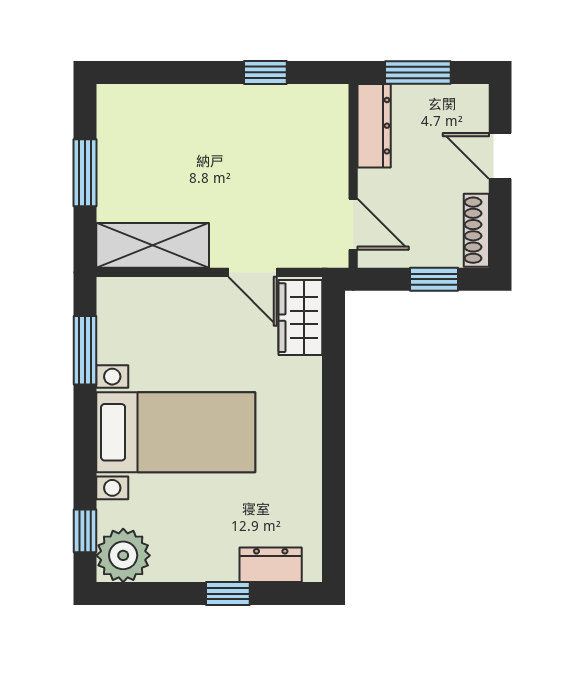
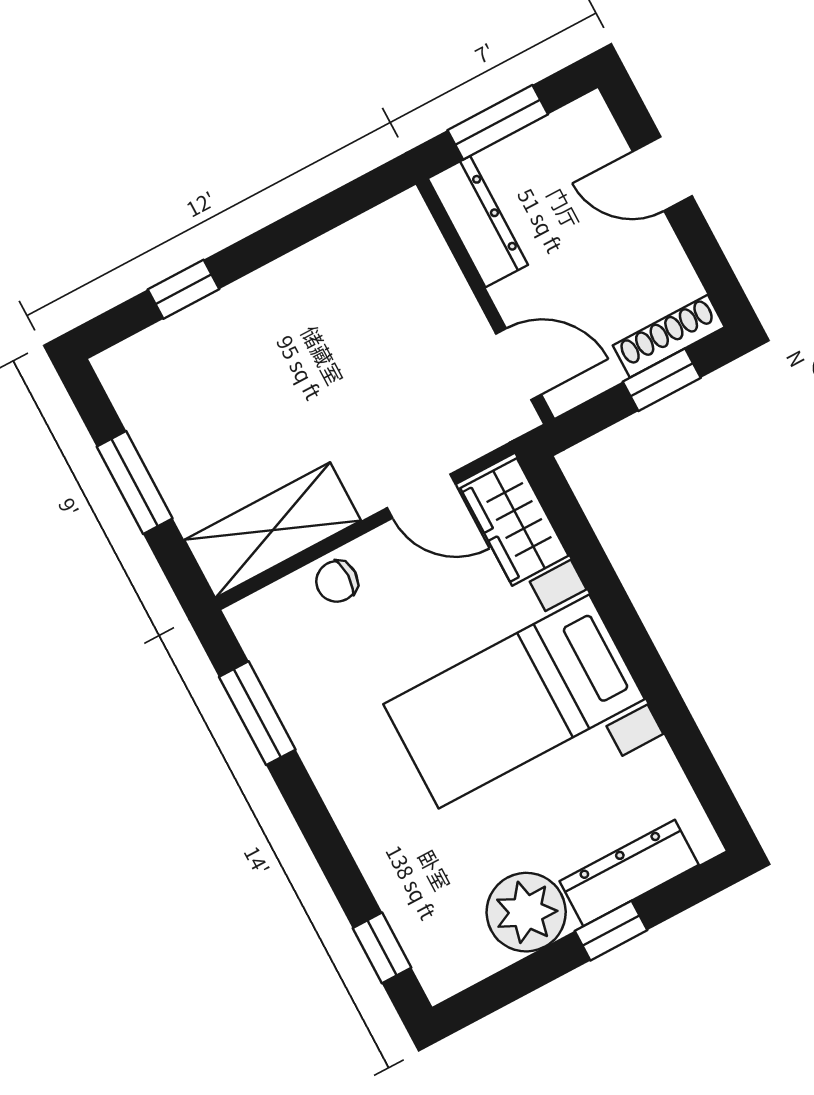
window: (265, 72) -> (184, 289), moved
shoe rack: (476, 230) -> (669, 336), moved, turned 90
chair: (175, 297) -> (337, 581), added
bed with nightstands: (176, 432) -> (514, 702), moved, turned 180
plant: (123, 555) -> (526, 912), moved
dresser: (271, 565) -> (629, 873), width x1.44

